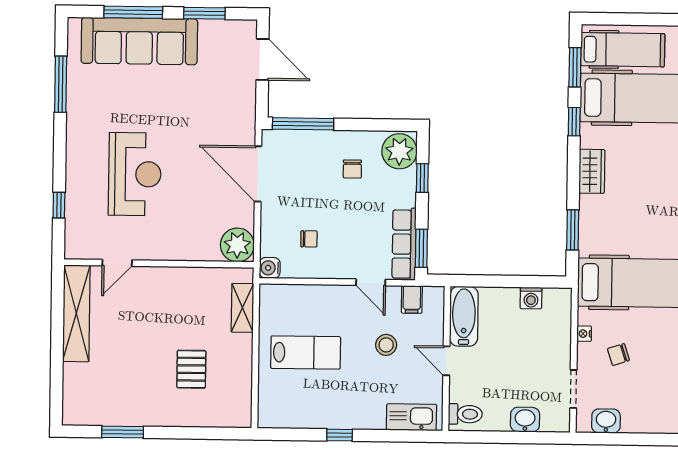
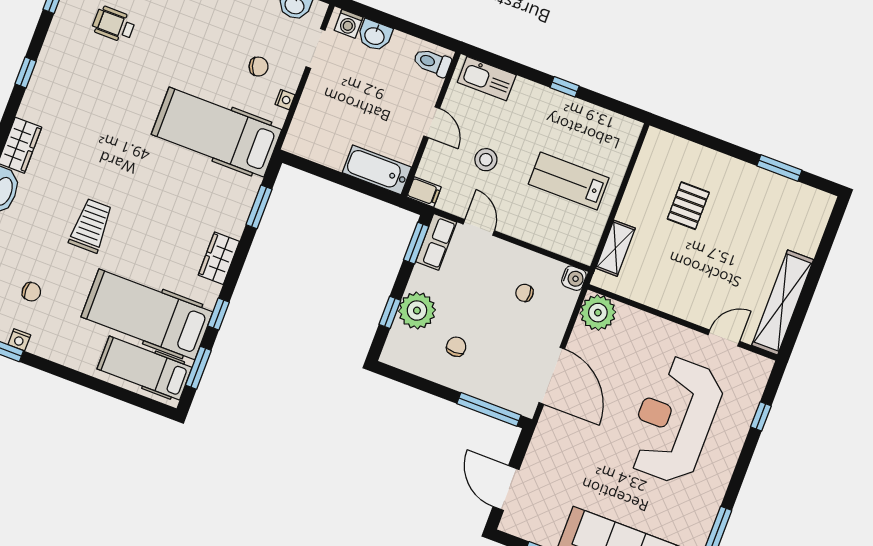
plant: (399, 151) -> (417, 311), moved
reception desk: (135, 174) -> (674, 420), width x1.36, depth x1.30
row of seats: (404, 244) -> (436, 242), width x0.68
washing machine: (531, 298) -> (349, 24), moved, turned 180
filing cabinet: (412, 299) -> (424, 192), moved, turned 90
bathtub: (464, 316) -> (377, 170), moved, turned 90

